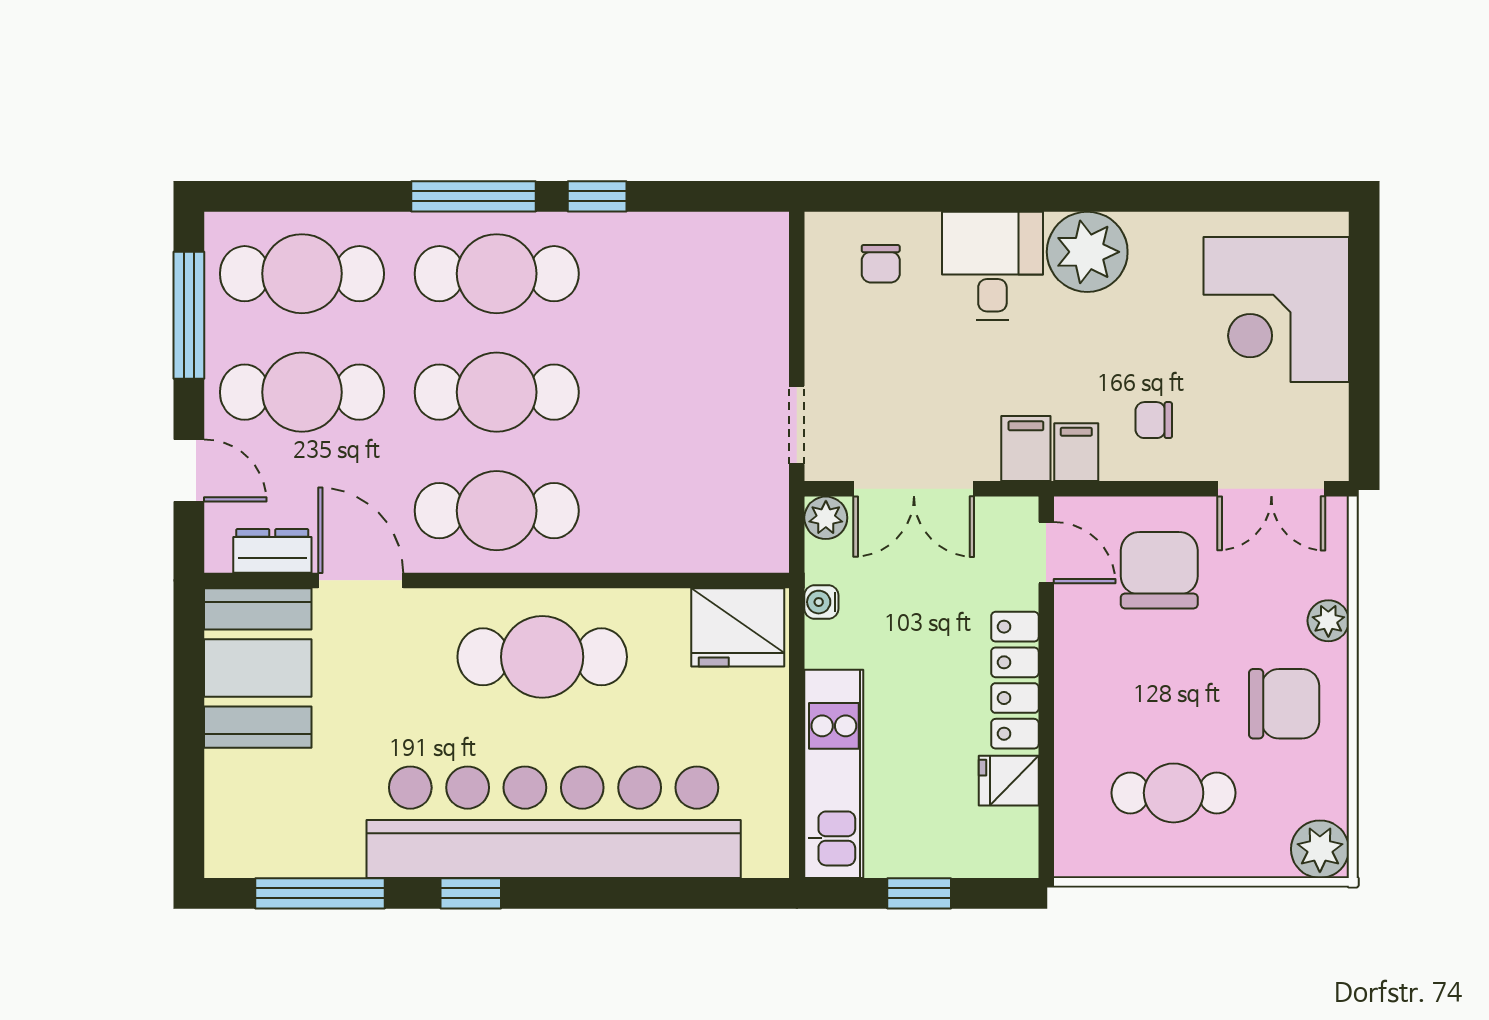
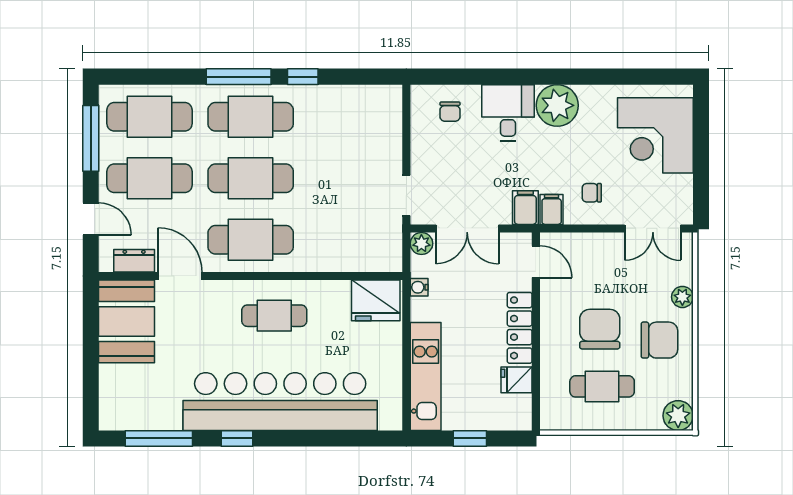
chair: (1159, 570) -> (600, 329), moved
cafe table: (542, 657) -> (274, 316), width x0.73, depth x0.74

